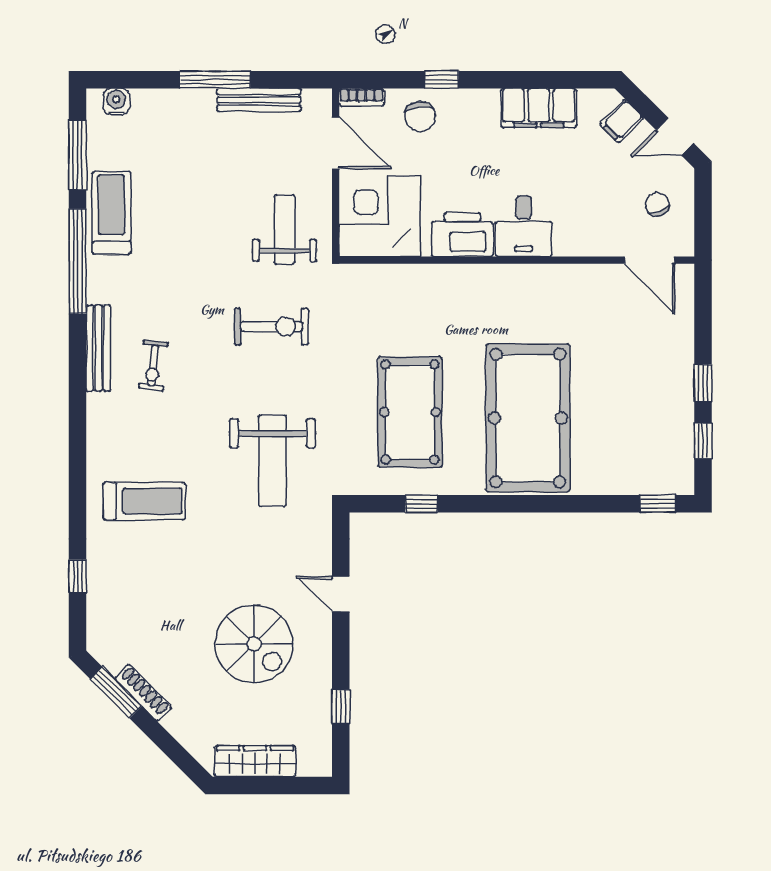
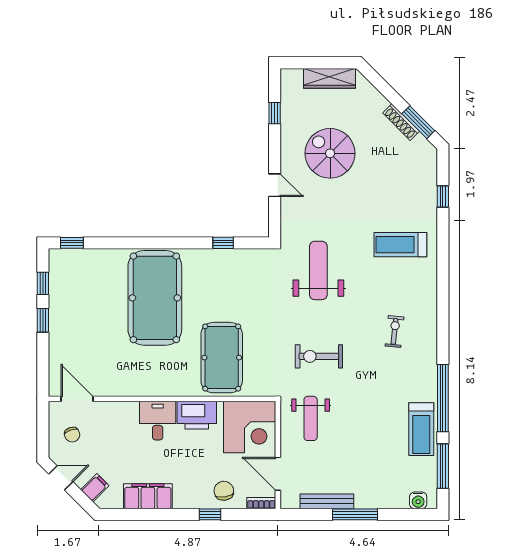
bench: (98, 348) -> (430, 343), removed
pool table: (410, 412) -> (222, 358), moved

